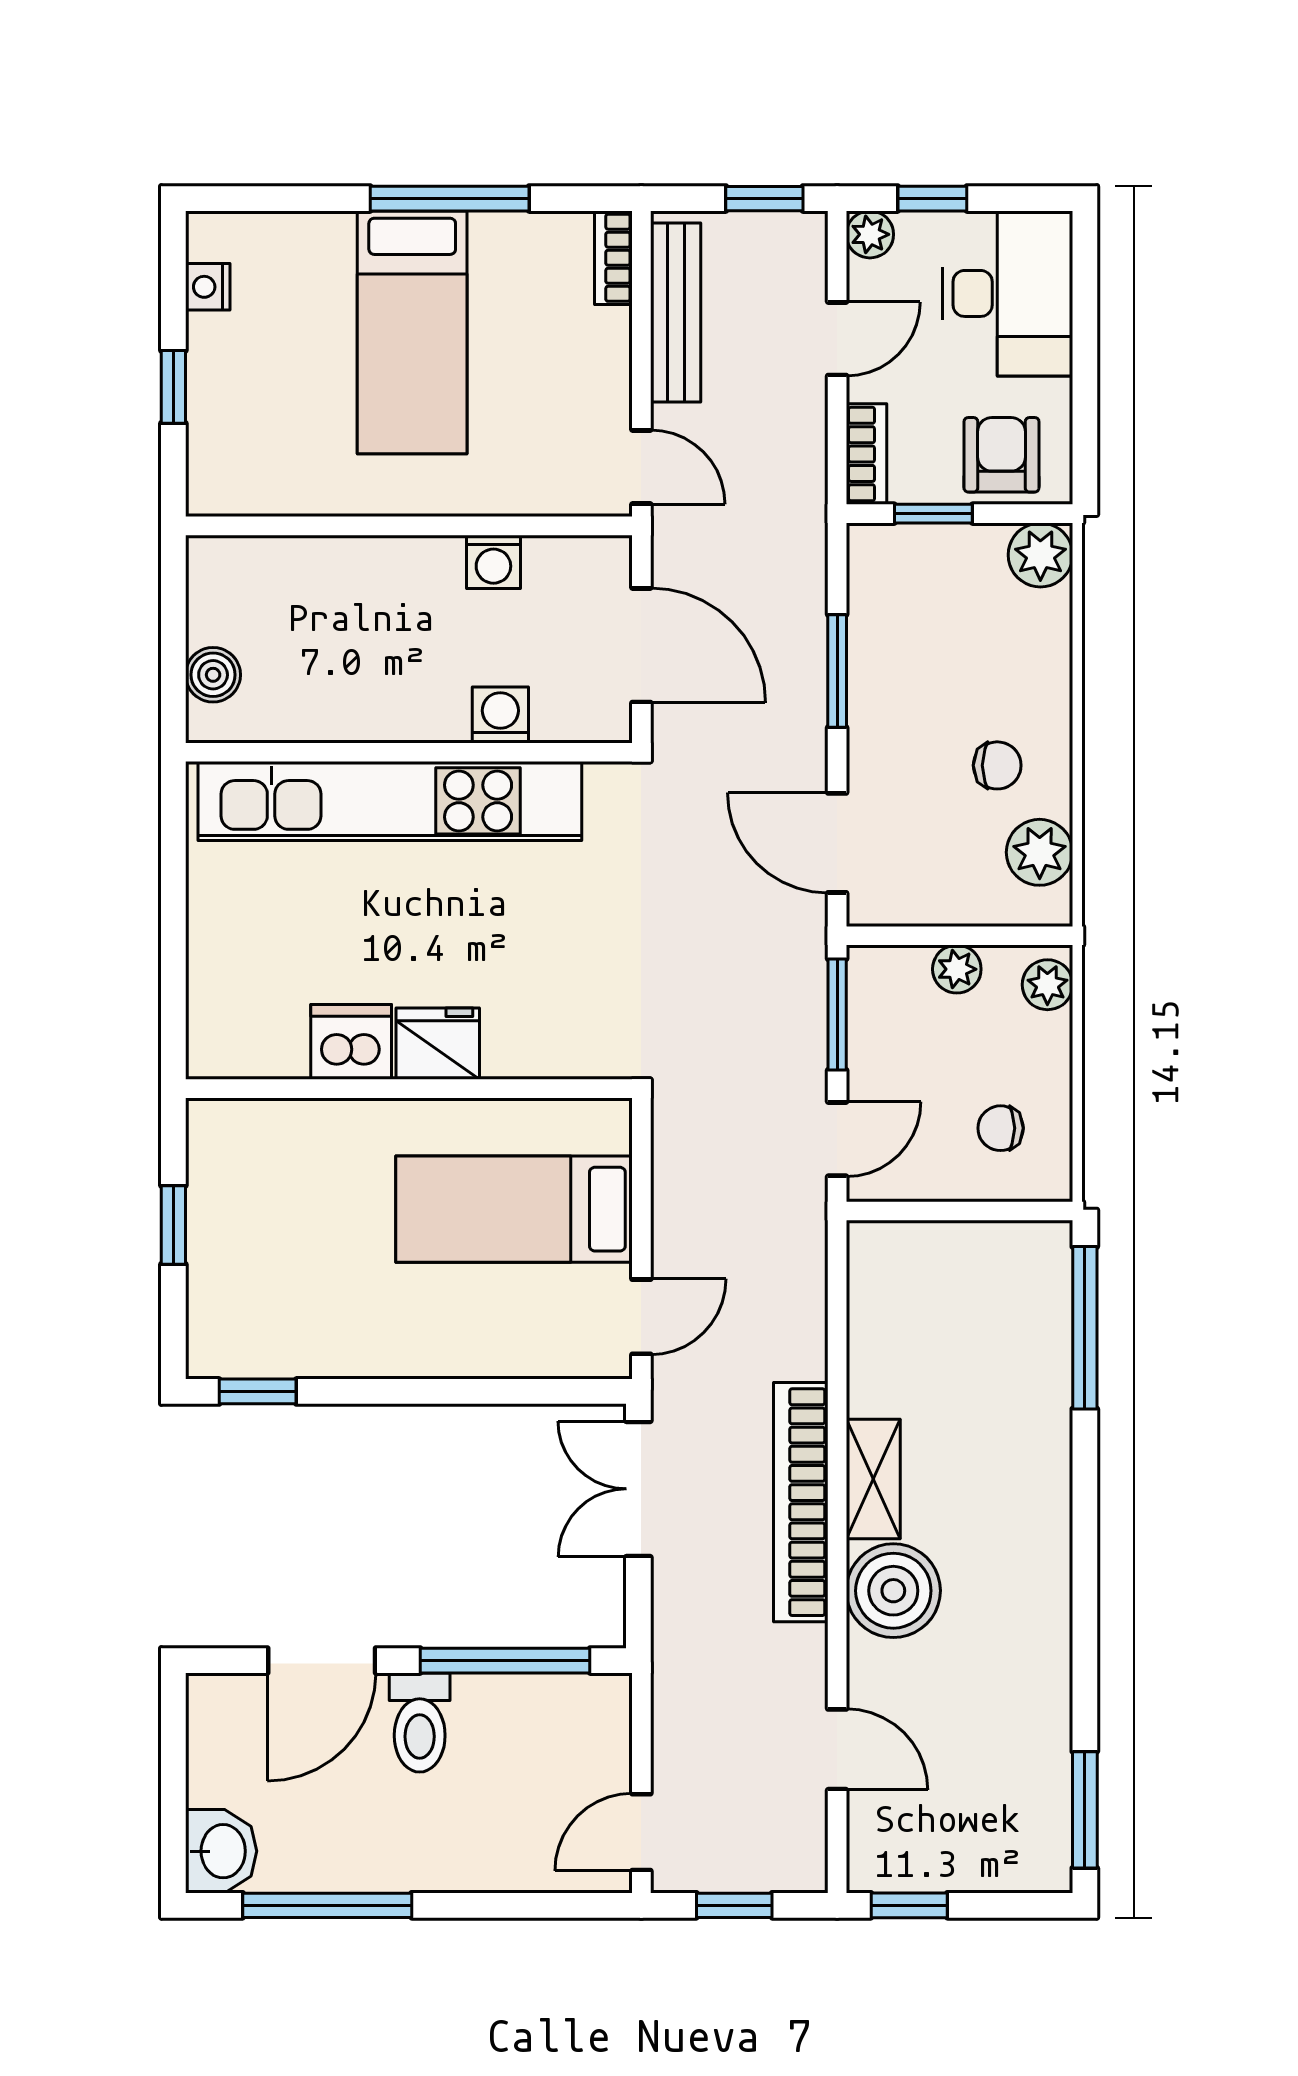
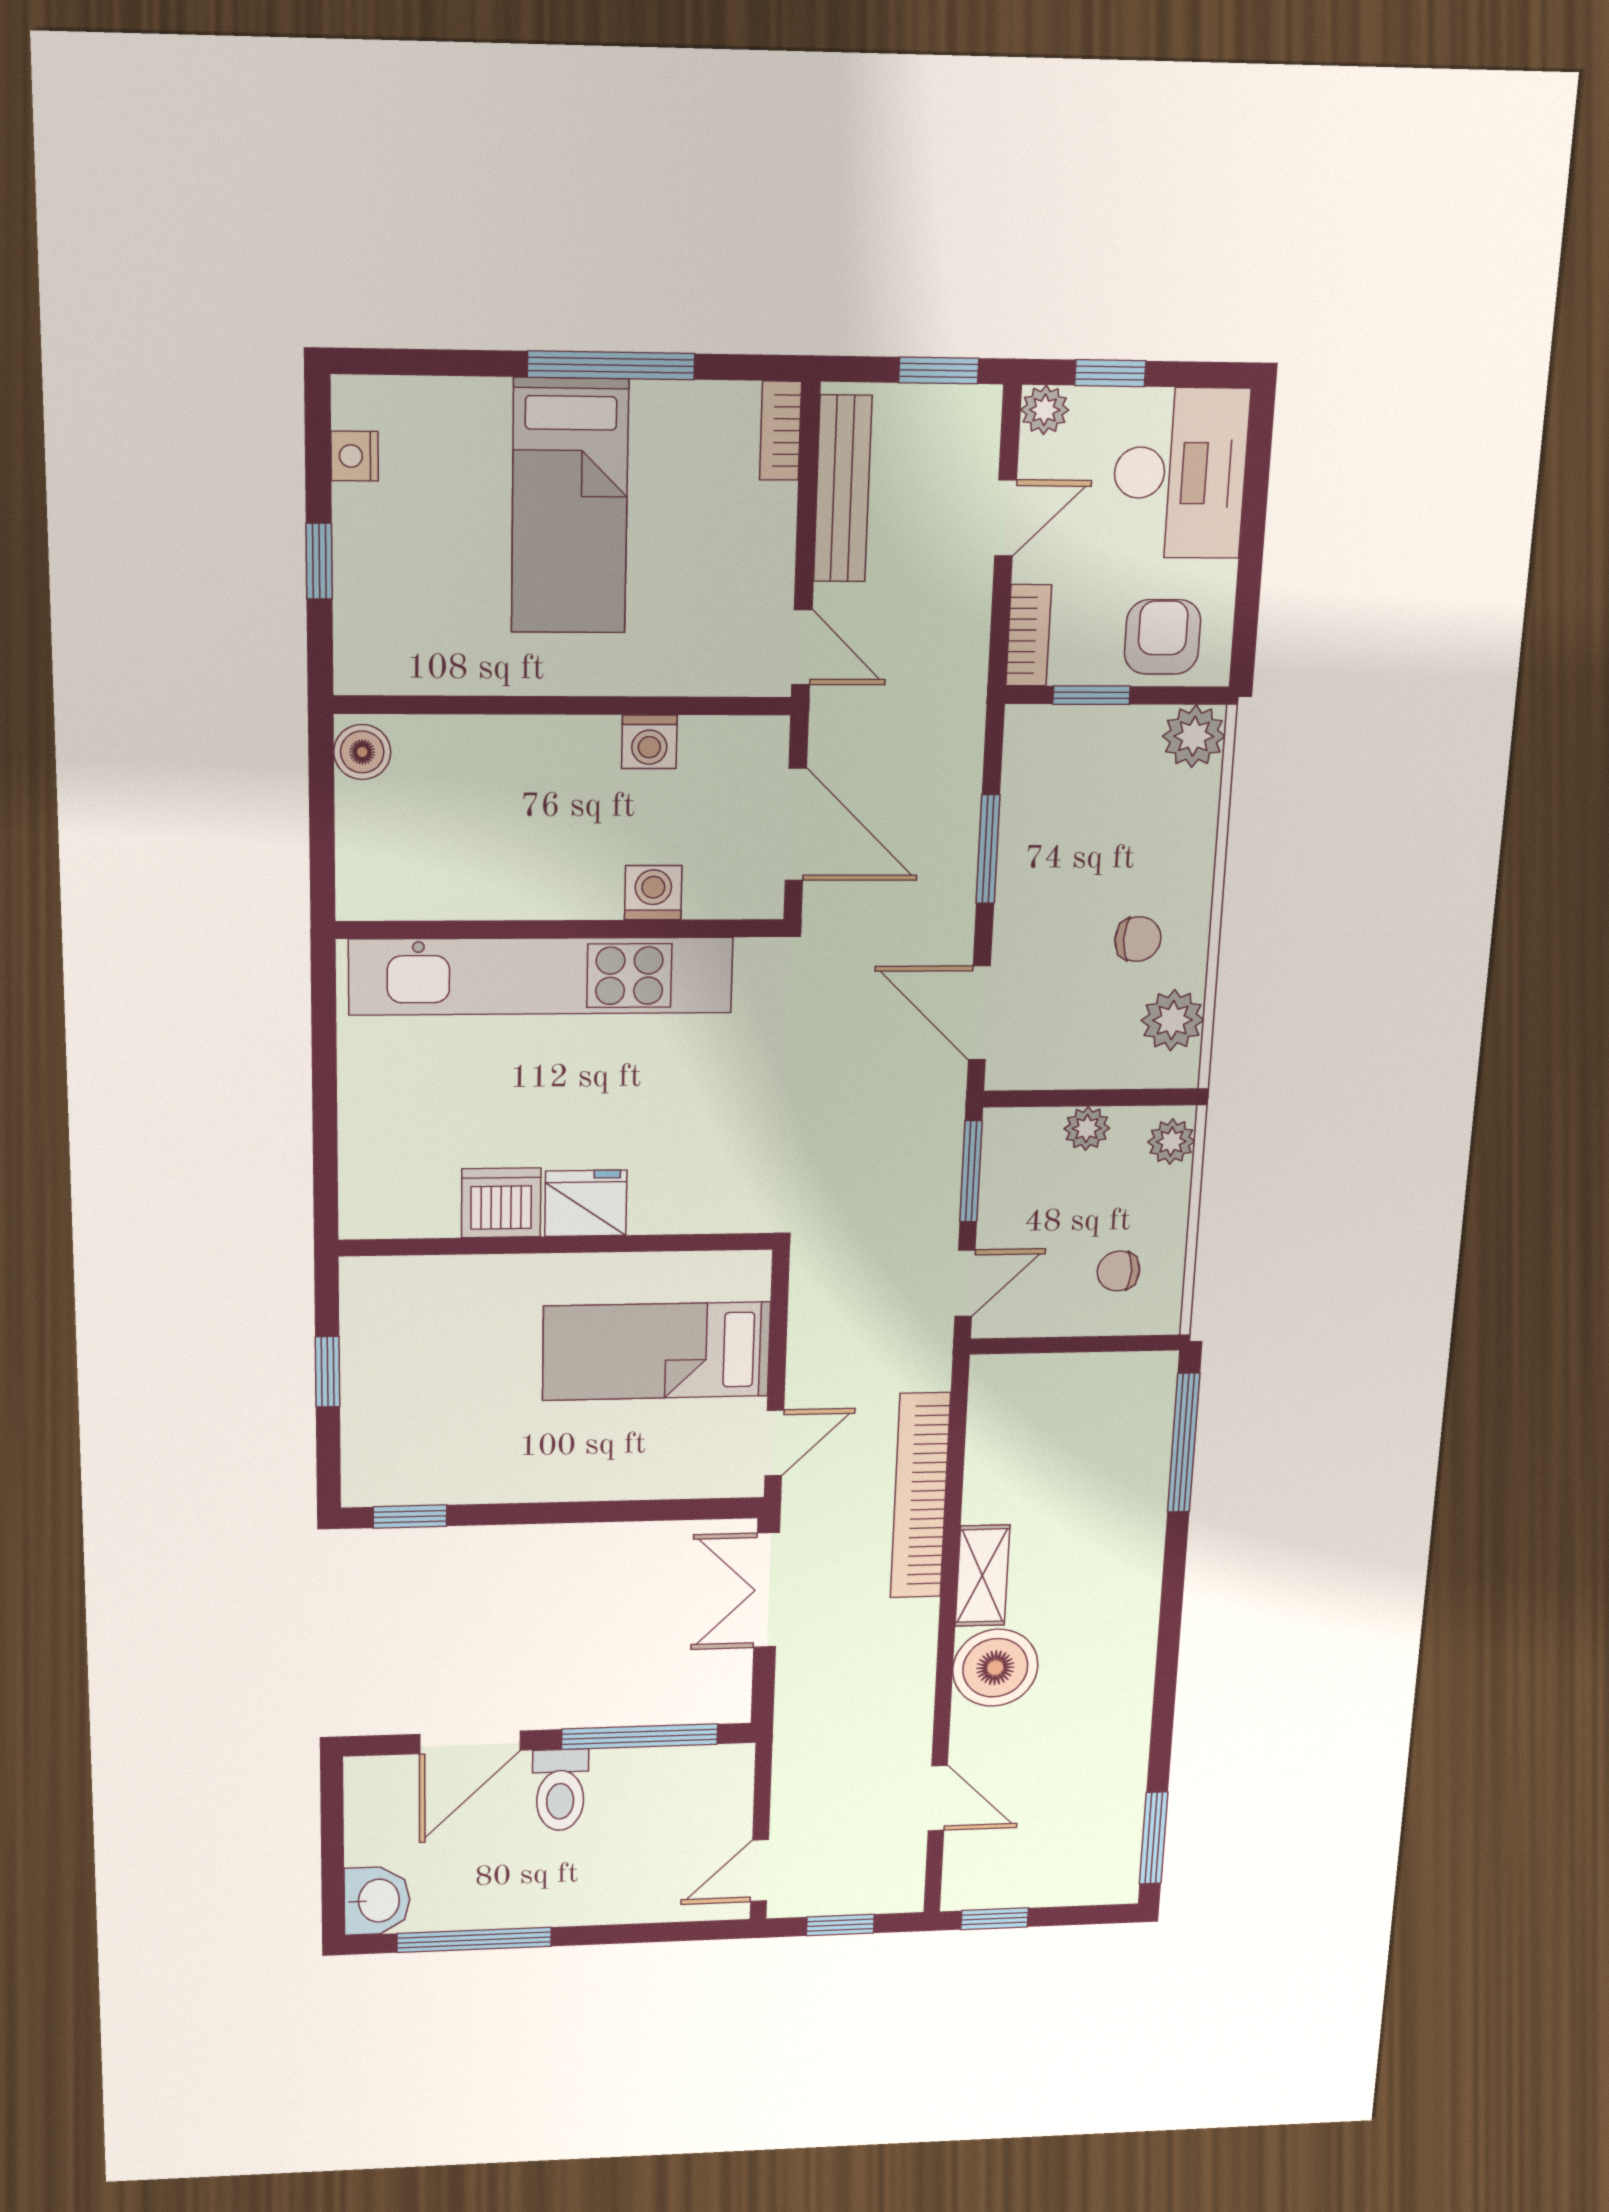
boiler: (213, 675) -> (362, 752), moved
bookcase: (801, 1502) -> (920, 1496), moved

